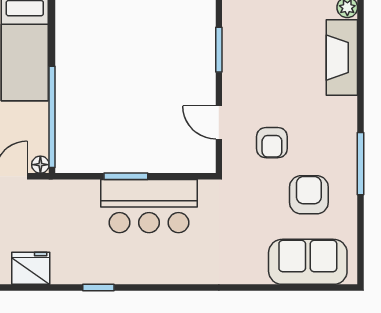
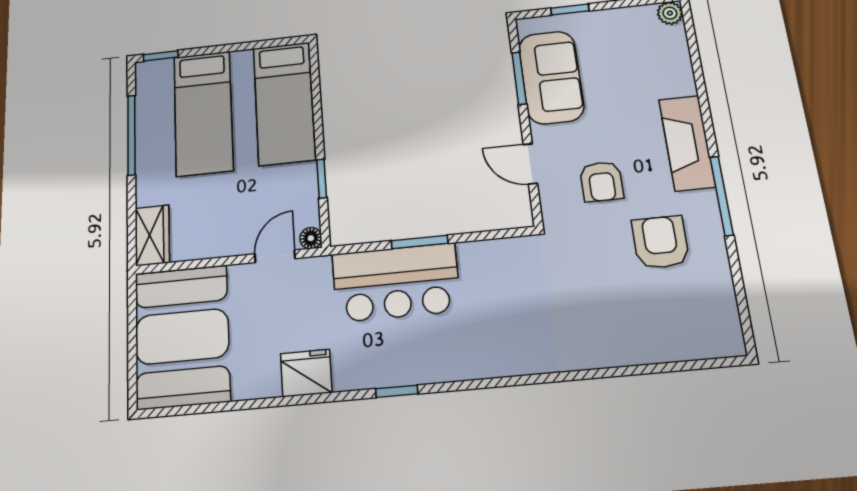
fireplace: (342, 58) -> (687, 143), moved
window: (52, 117) -> (322, 179), width x0.32
bar counter: (149, 206) -> (396, 282), moved
sofa: (308, 262) -> (551, 77), moved, turned 90

